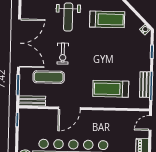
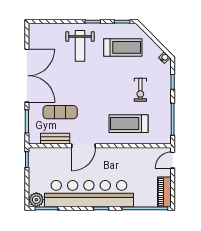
exercise bike: (63, 54) -> (140, 90), moved
bench: (145, 85) -> (166, 118), removed
bench: (32, 101) -> (55, 139), moved

